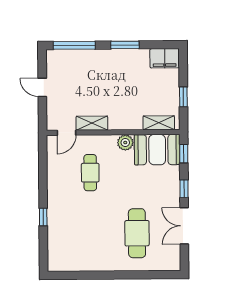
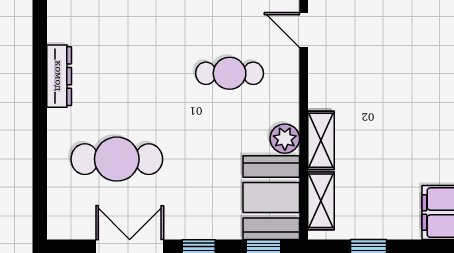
shelving: (92, 123) -> (321, 140), moved
dresser: (92, 265) -> (59, 76), added

